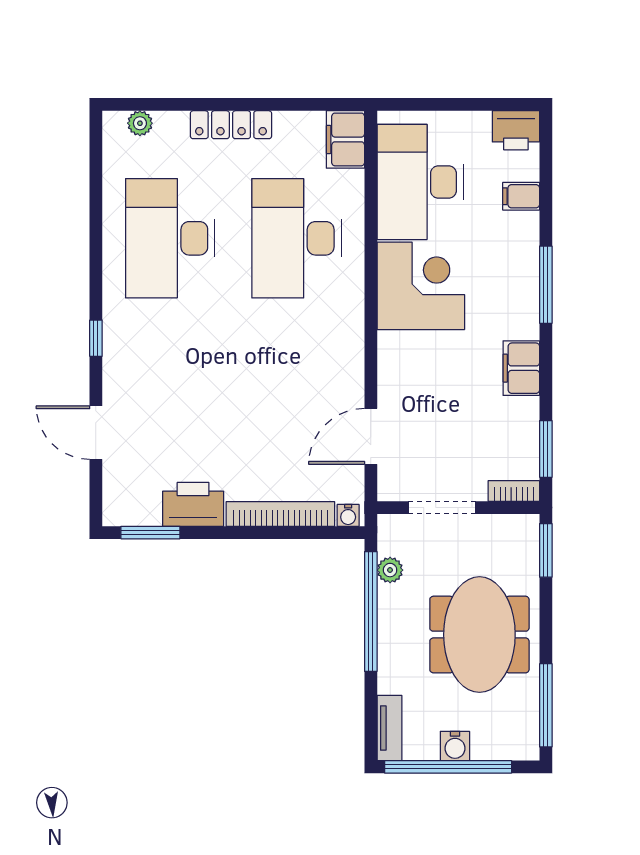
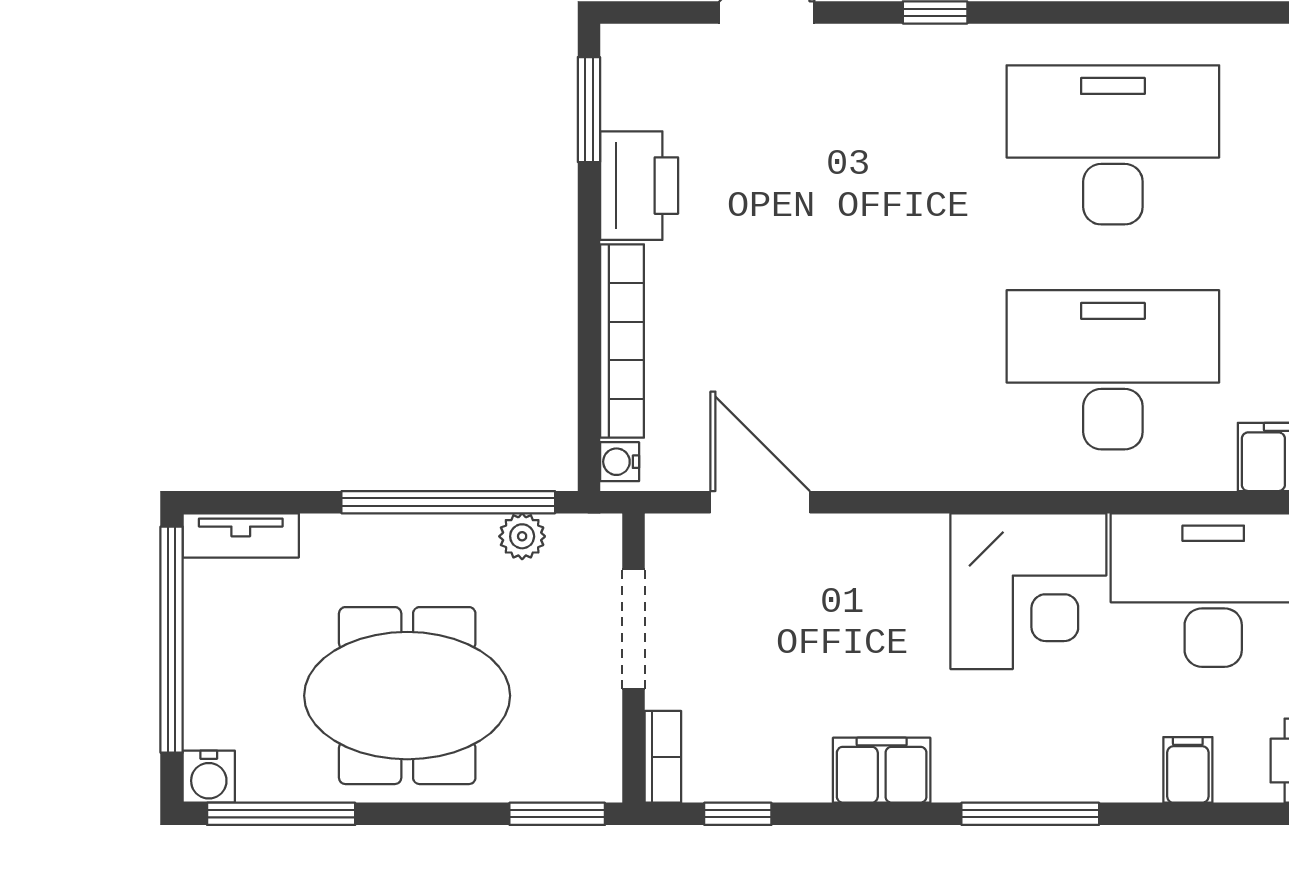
window: (546, 449) -> (738, 814), width x0.67
water cooler: (455, 746) -> (209, 777), moved, turned -90

